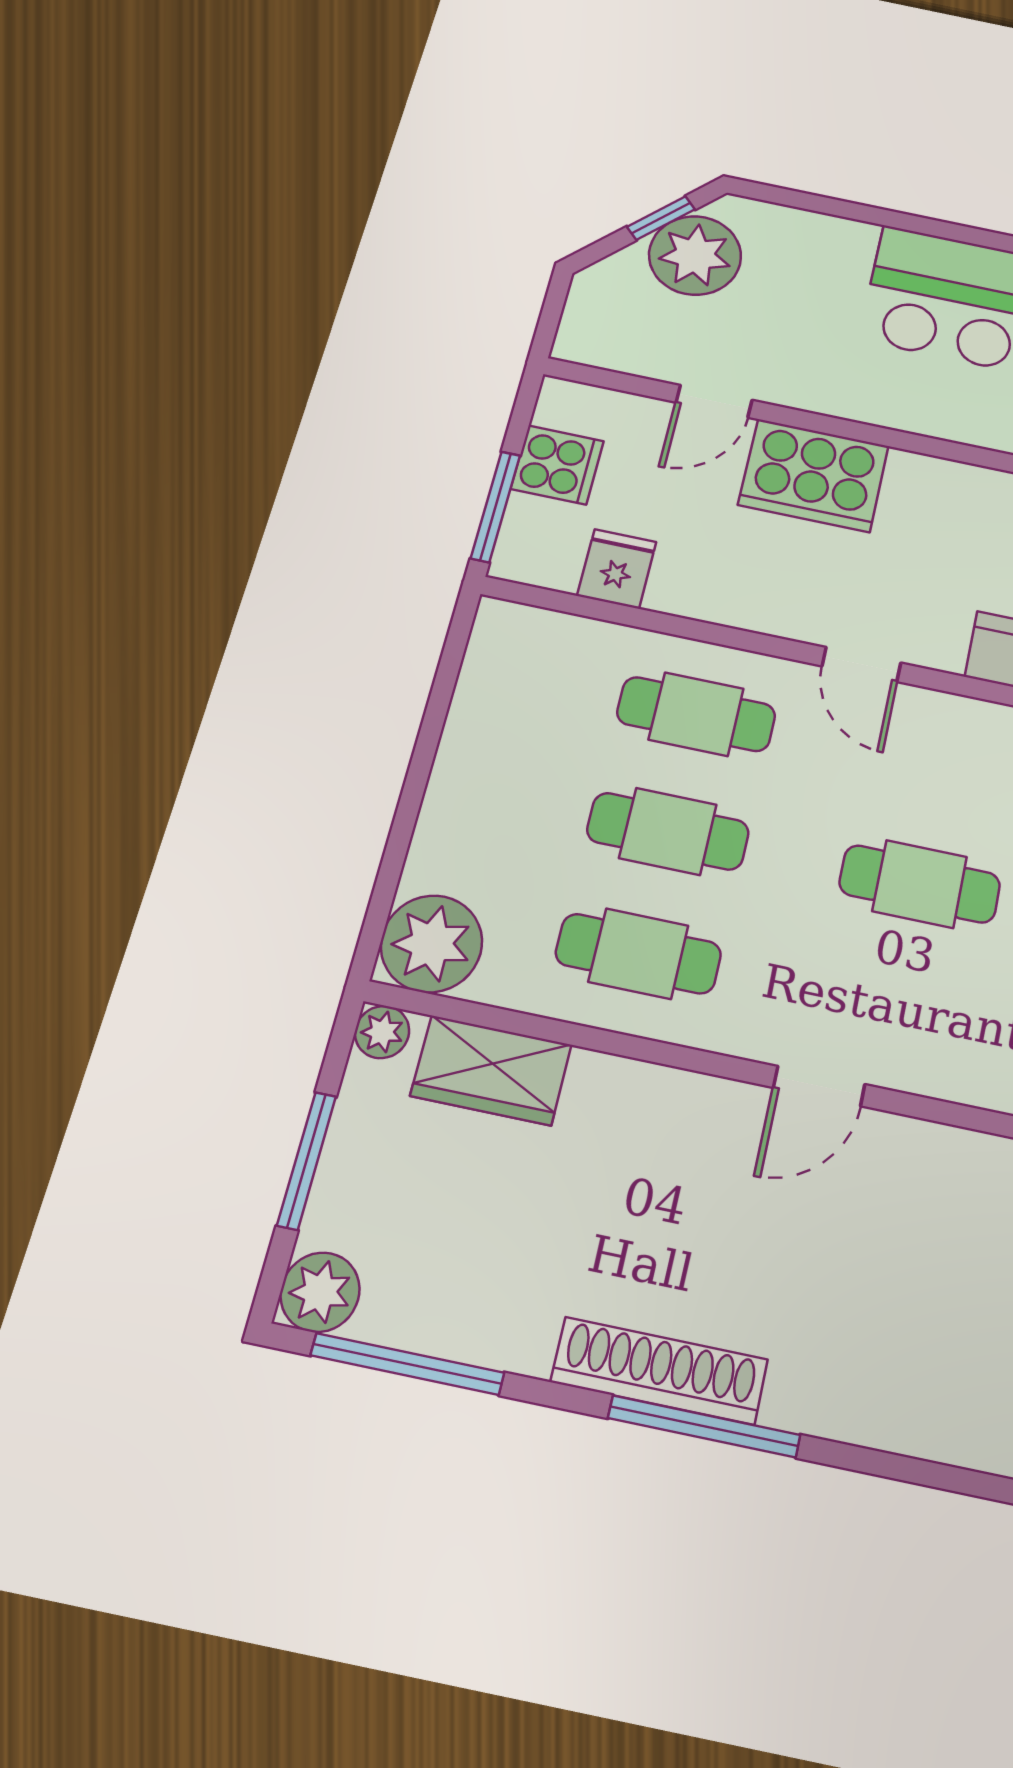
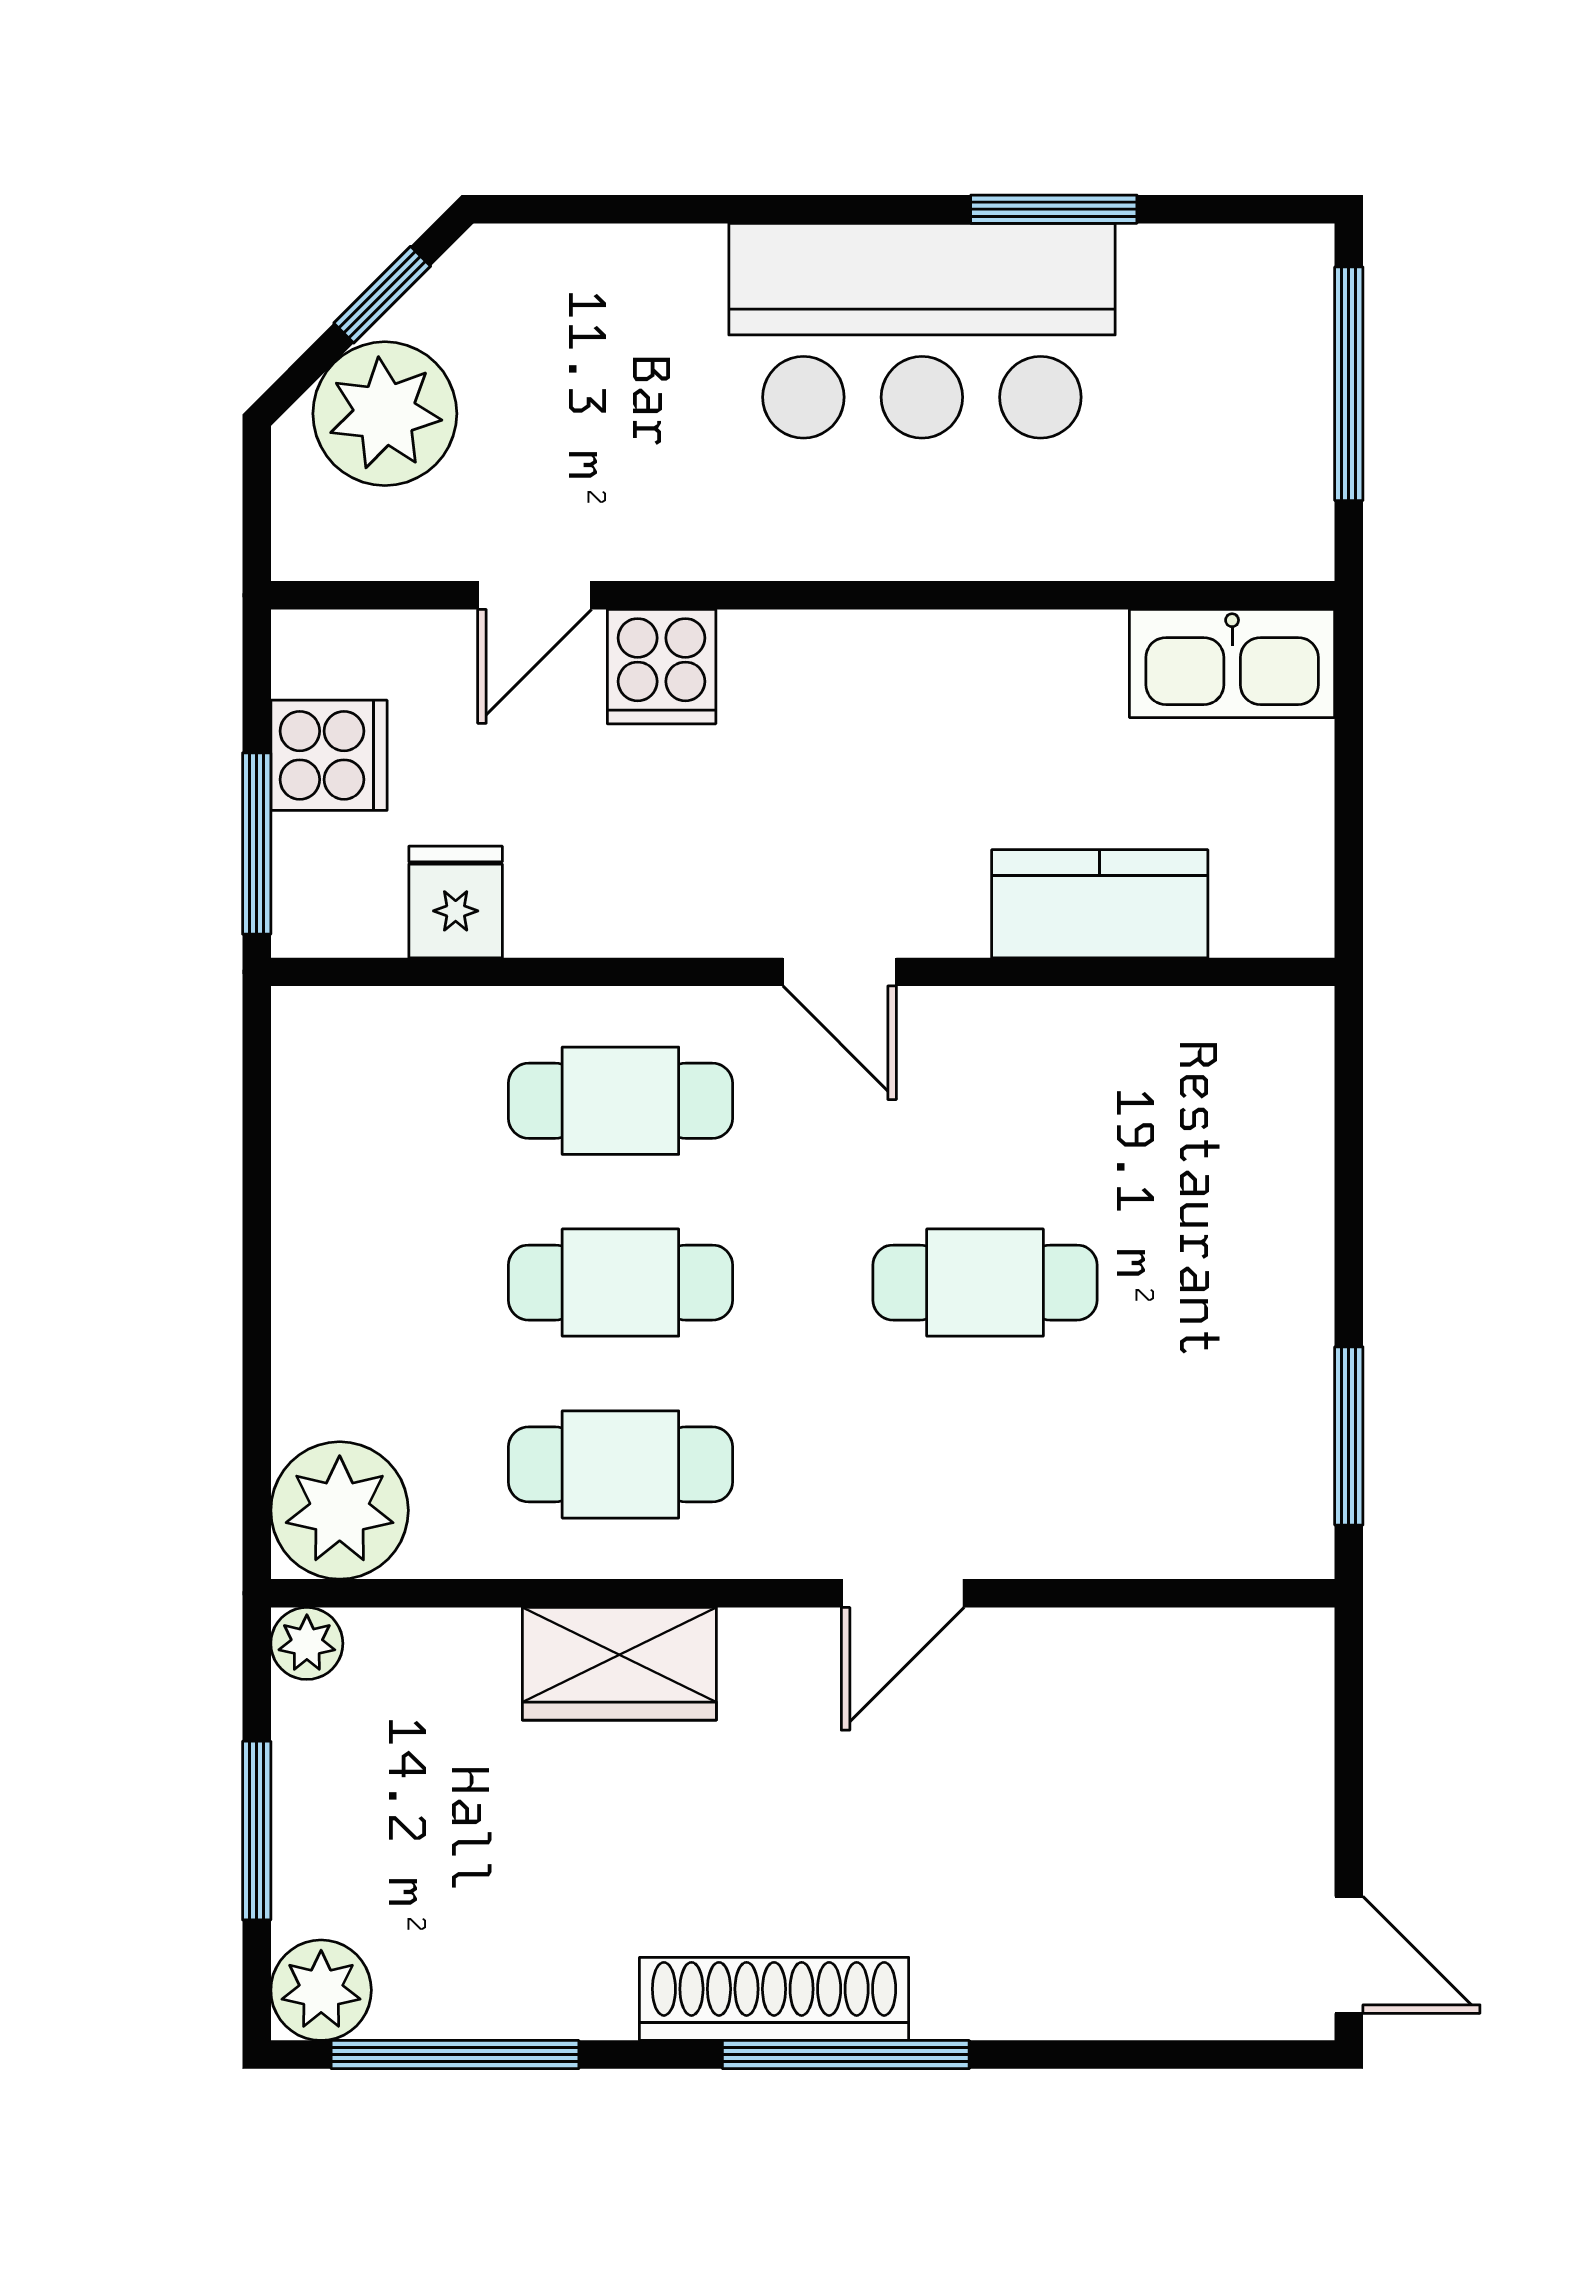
plant: (695, 255) -> (385, 414), moved
cooker: (814, 475) -> (662, 667), width x0.53, depth x0.76
wardrobe: (491, 1070) -> (619, 1664), moved

